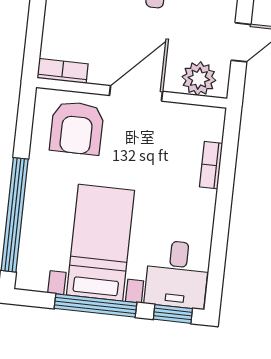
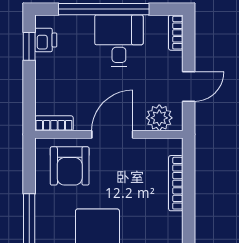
bookcase: (211, 165) -> (176, 183), width x1.56

